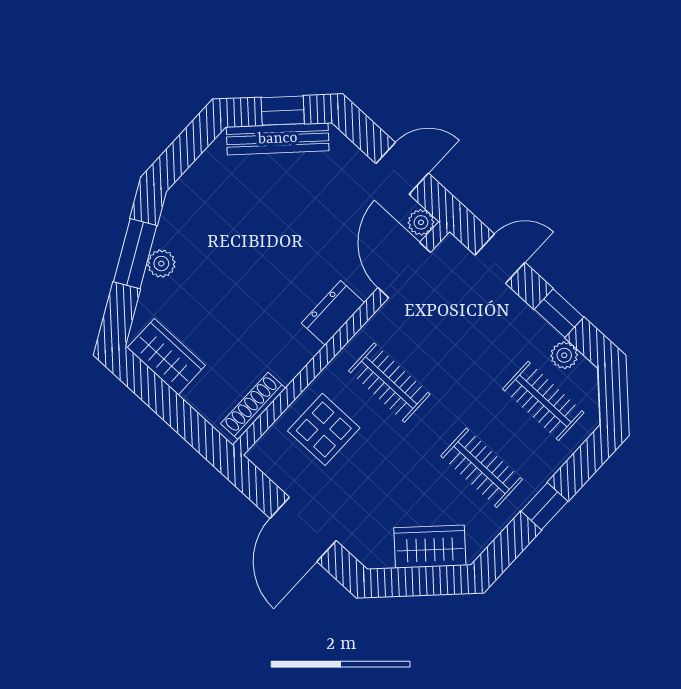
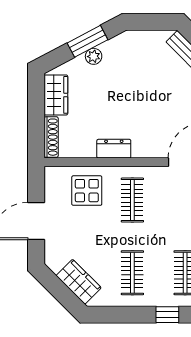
dresser: (333, 313) -> (114, 149), moved
shoe rack: (253, 406) -> (51, 137), moved, turned 90
window: (544, 506) -> (167, 315), moved

